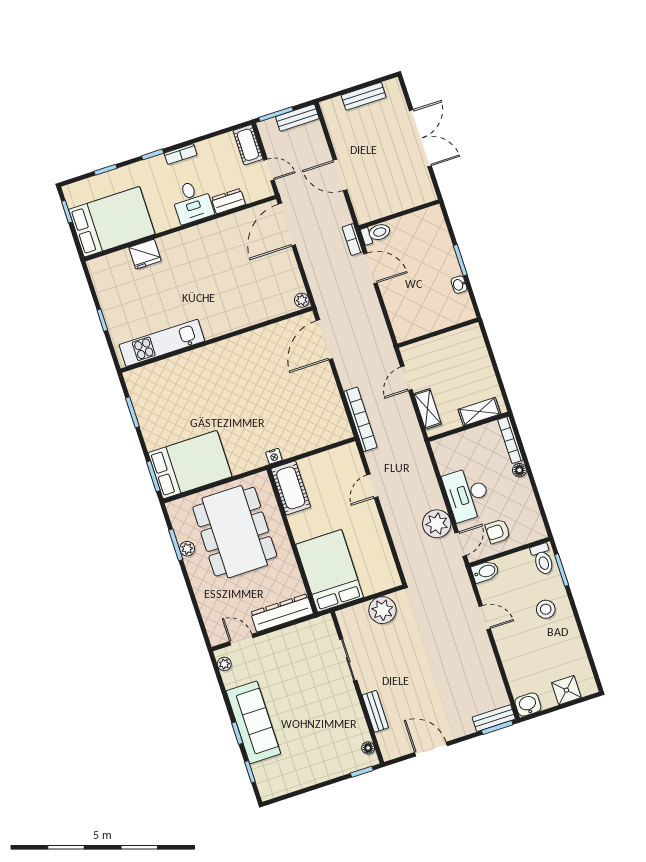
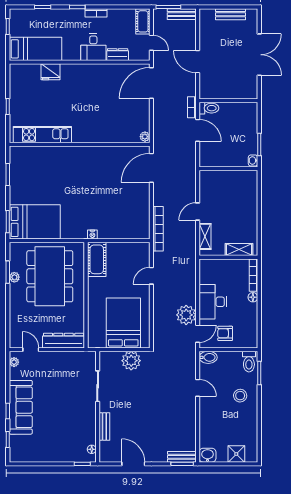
bed: (112, 222) -> (35, 49), width x0.67
wall: (438, 333) -> (228, 169), moved
bed: (330, 571) -> (123, 323), moved

